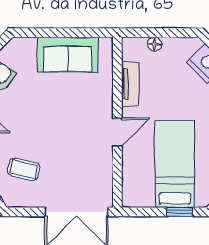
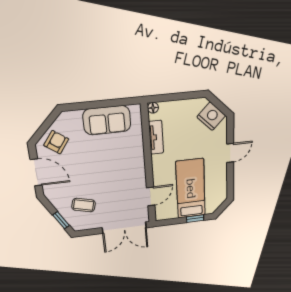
floor lamp: (154, 44) -> (153, 108), moved
door: (117, 132) -> (151, 196), moved

